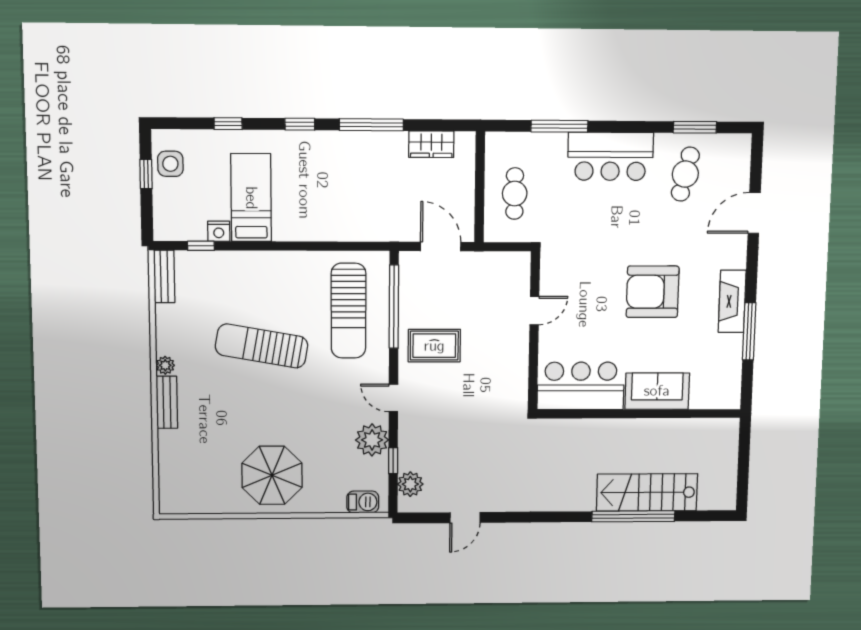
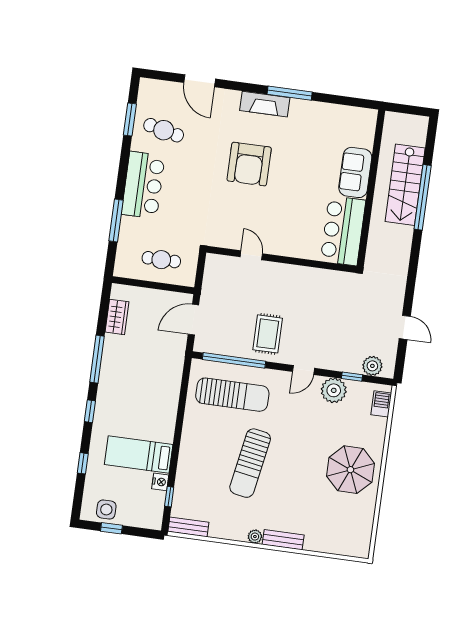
bar counter: (581, 386) -> (343, 231), moved
sofa: (657, 391) -> (355, 172), moved
wall: (639, 414) -> (371, 188), moved

